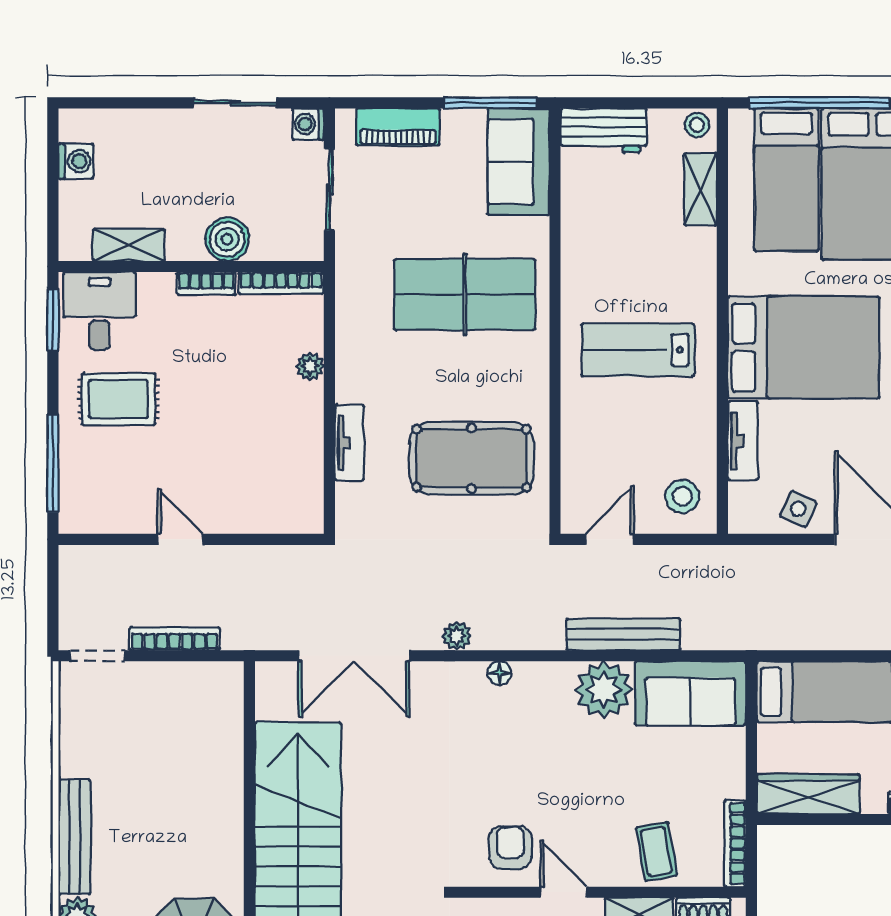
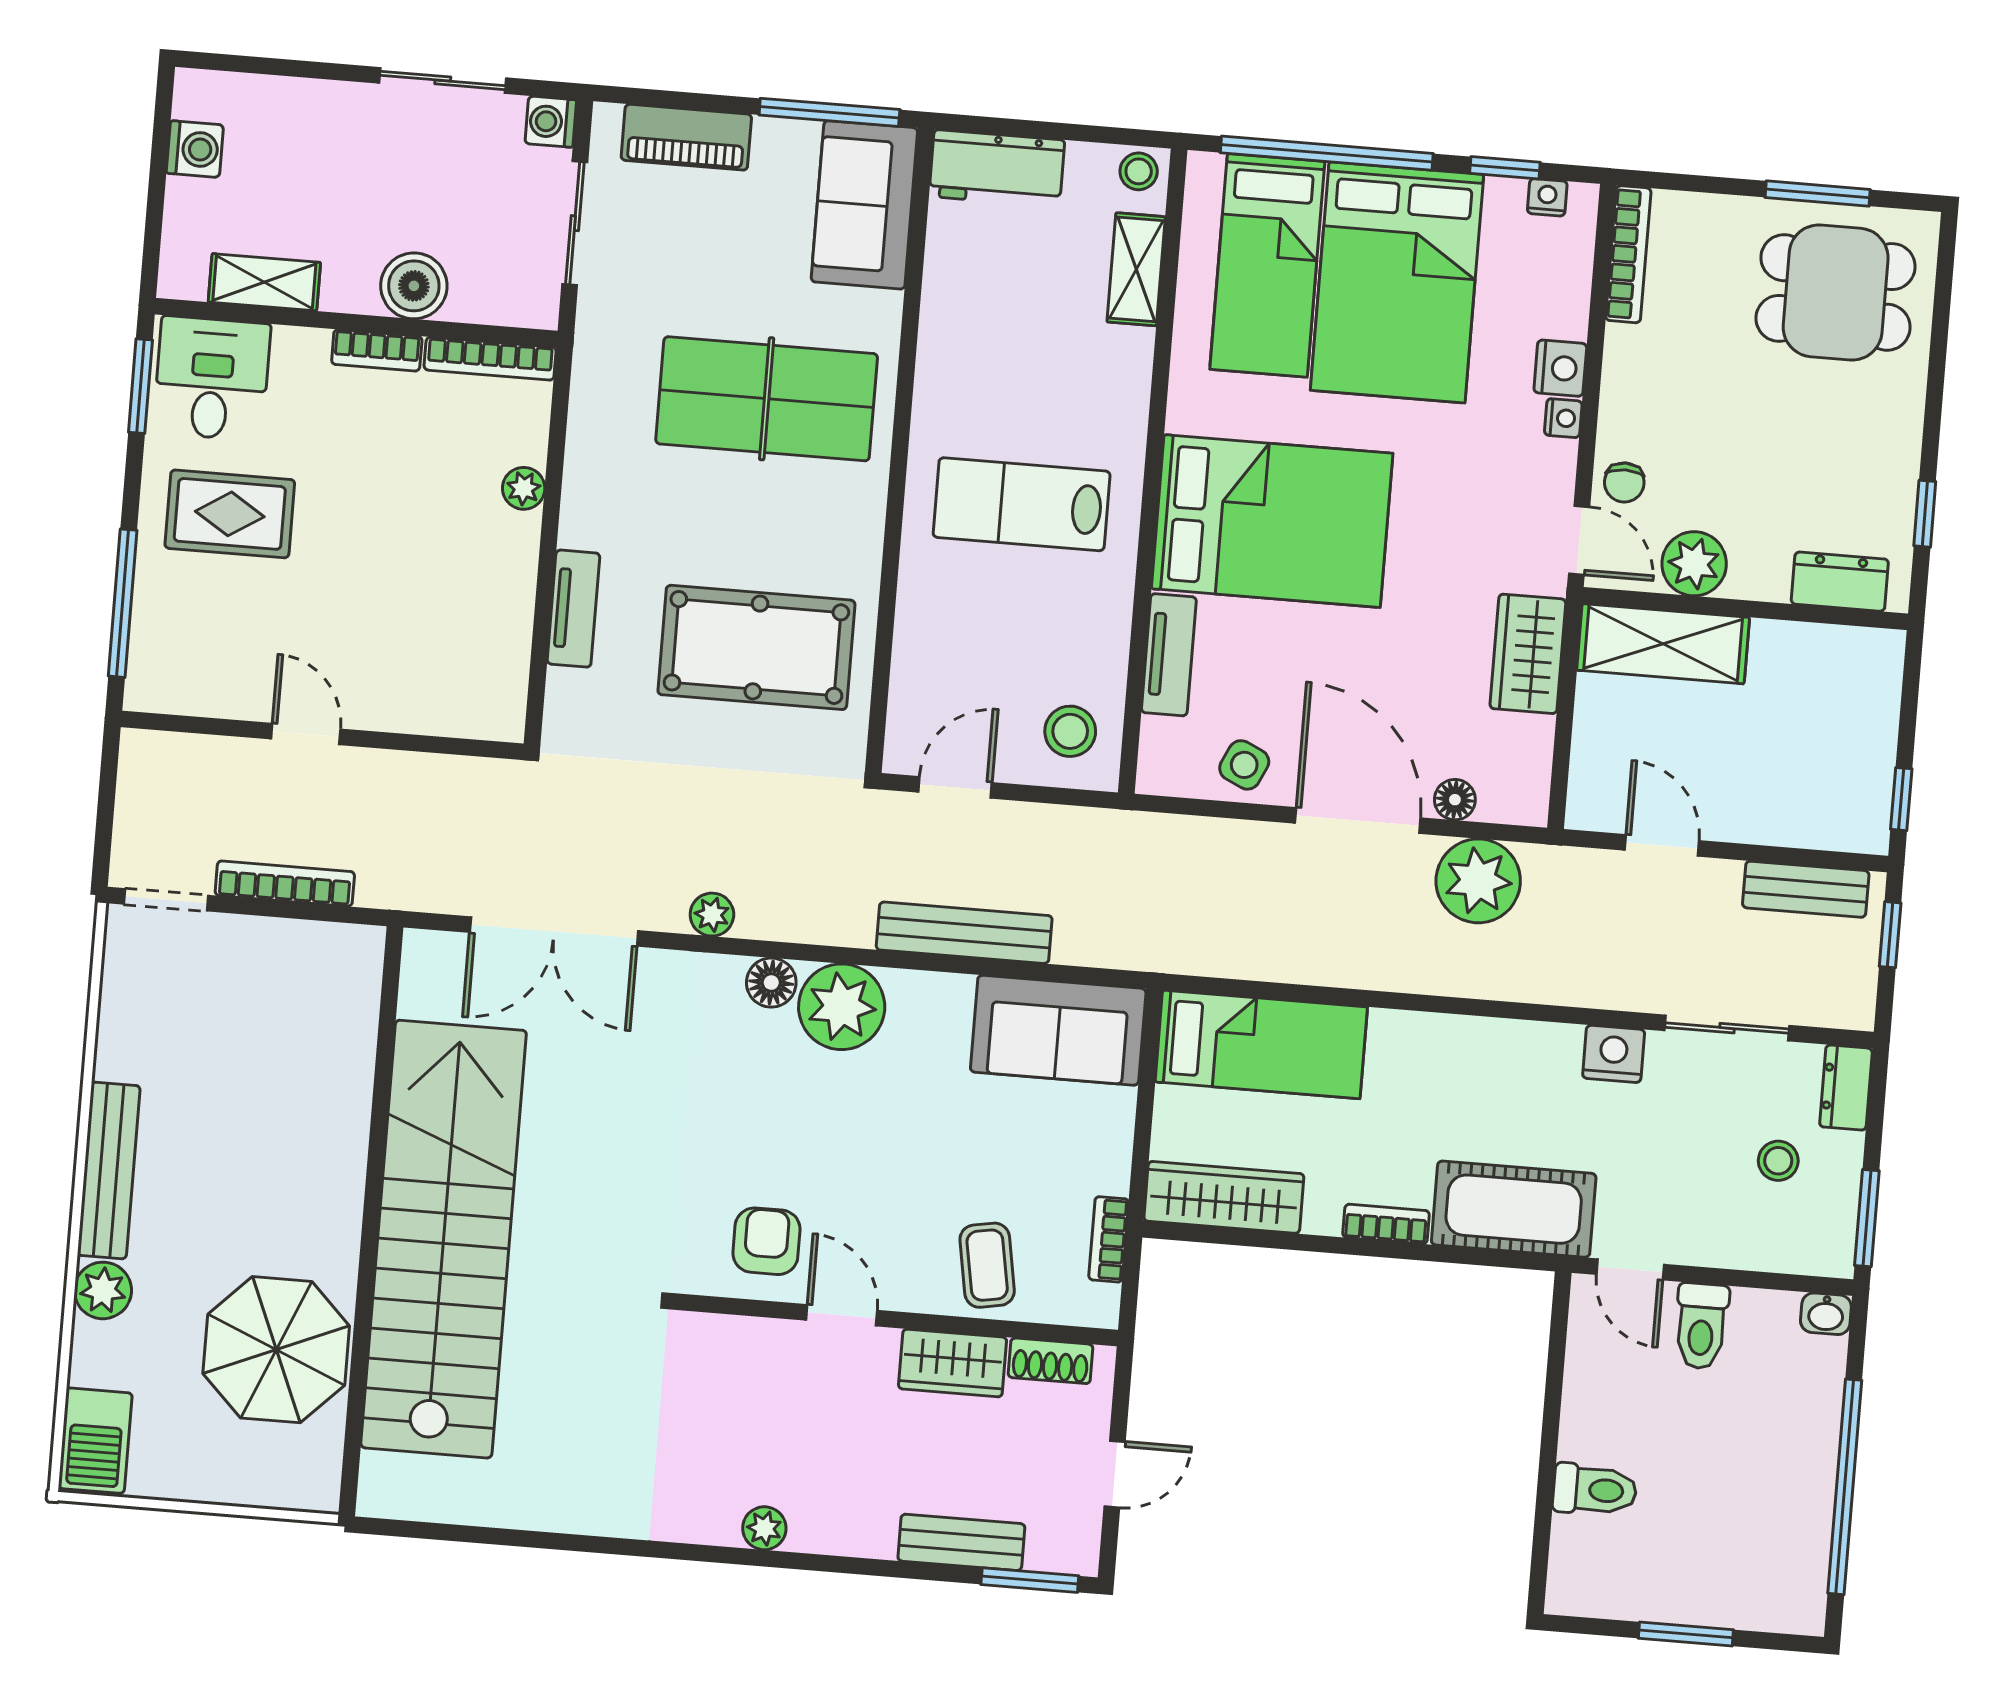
floor lamp: (499, 673) -> (771, 983), width x1.37, depth x1.37
plant: (604, 690) -> (842, 1007), moved
bookcase: (735, 843) -> (1109, 1239), width x0.64

